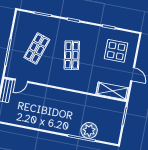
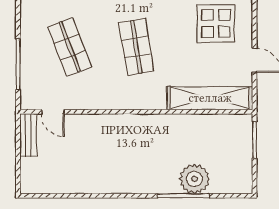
shop shelf: (37, 48) -> (70, 47), turned -39
door: (21, 81) -> (53, 112), hinge flipped
shelving: (112, 91) -> (210, 98), width x1.47

